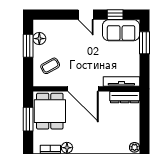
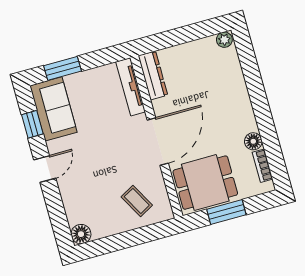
floor lamp: (39, 39) -> (81, 234), moved
window: (28, 46) -> (116, 243), removed

